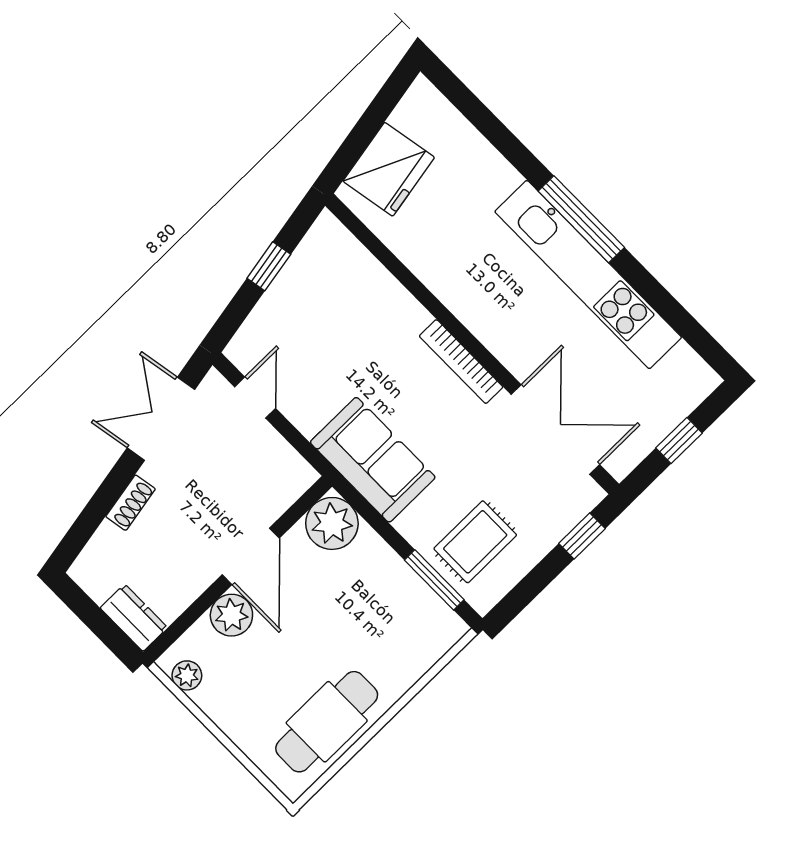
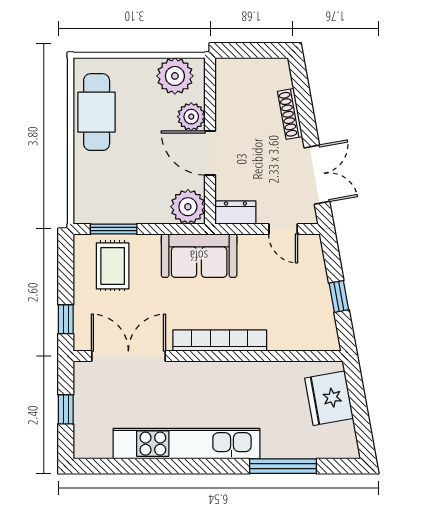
window: (581, 219) -> (283, 466), moved
bookcase: (461, 362) -> (220, 341), width x1.48, depth x1.31
double door: (555, 430) -> (128, 356), swing flipped
shoe rack: (131, 503) -> (290, 114), width x1.43
dresser: (134, 618) -> (235, 213), moved, turned 180
plant: (187, 675) -> (175, 76), width x1.88, depth x1.88

